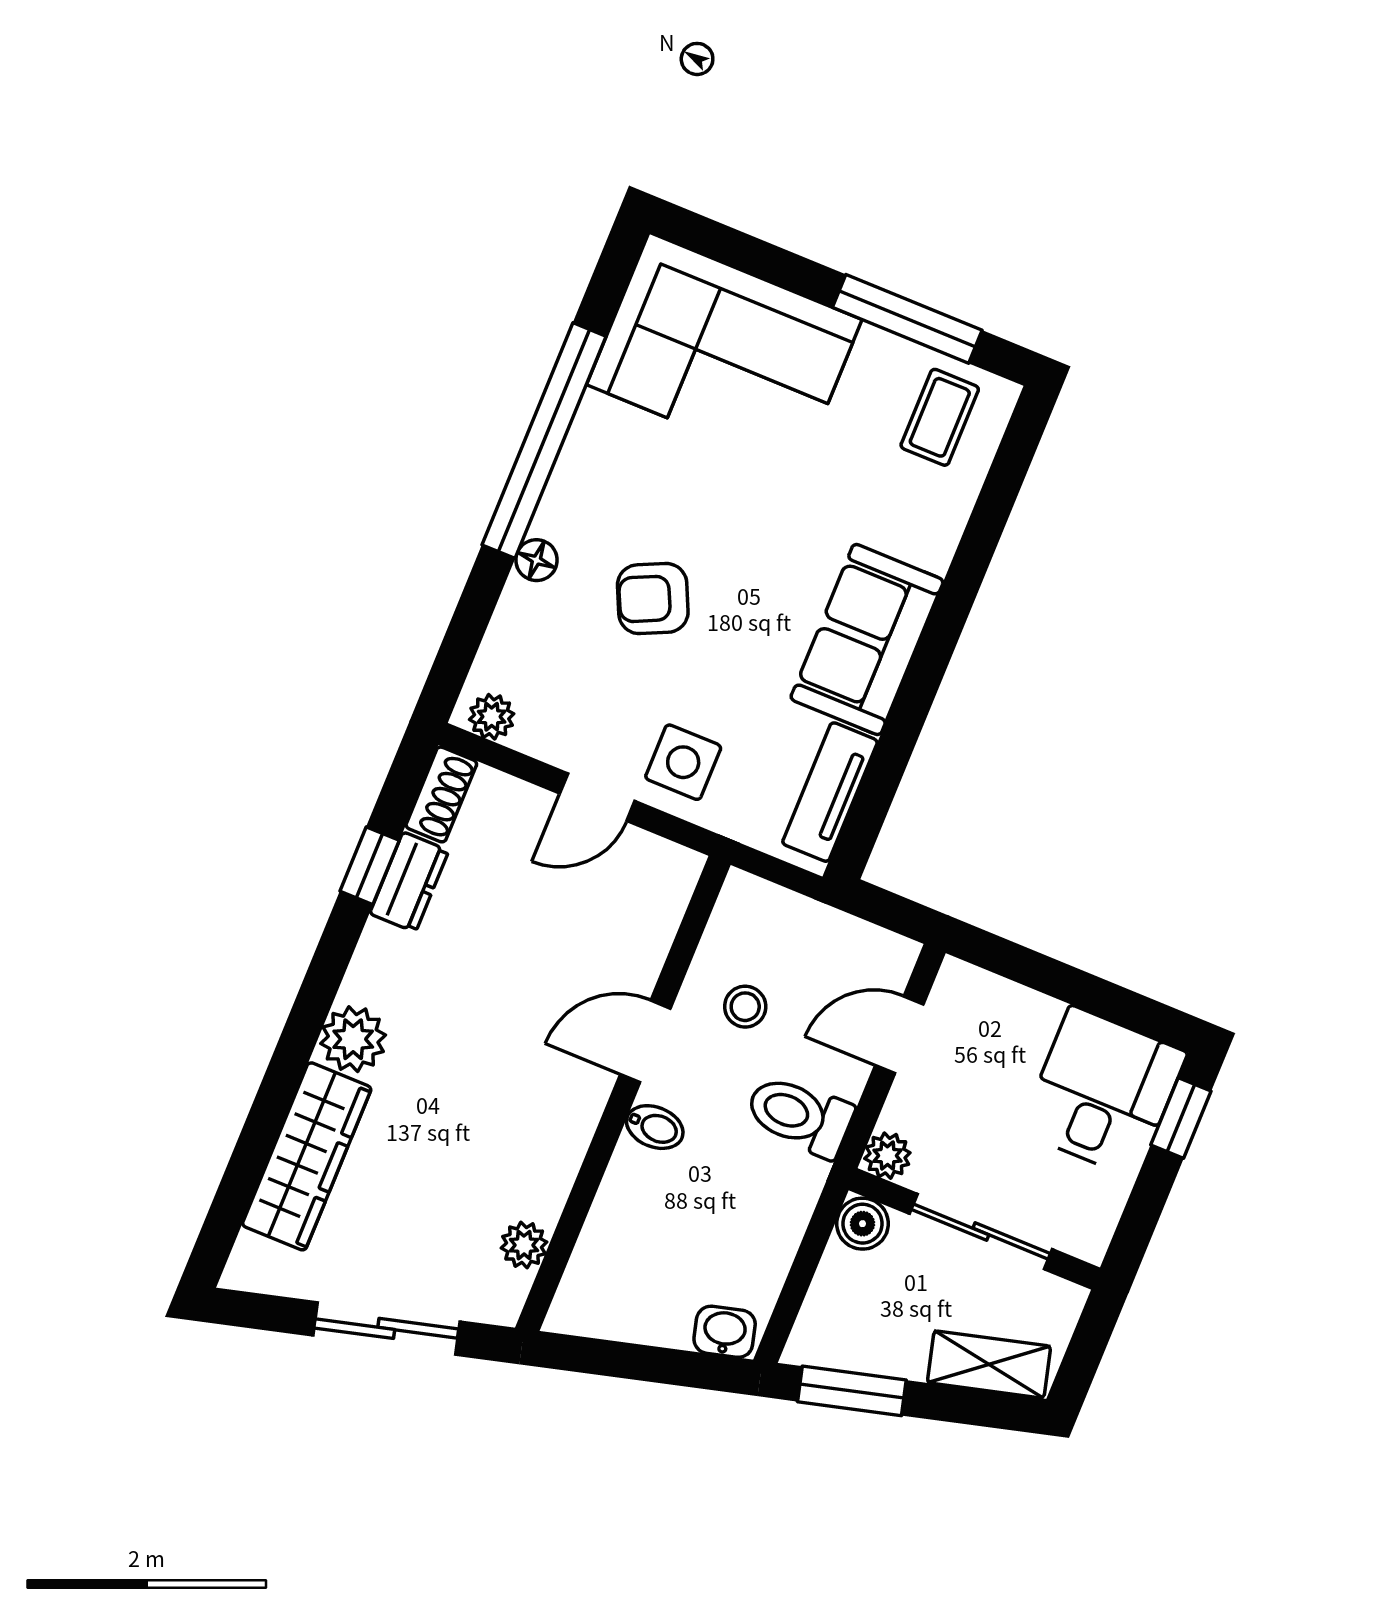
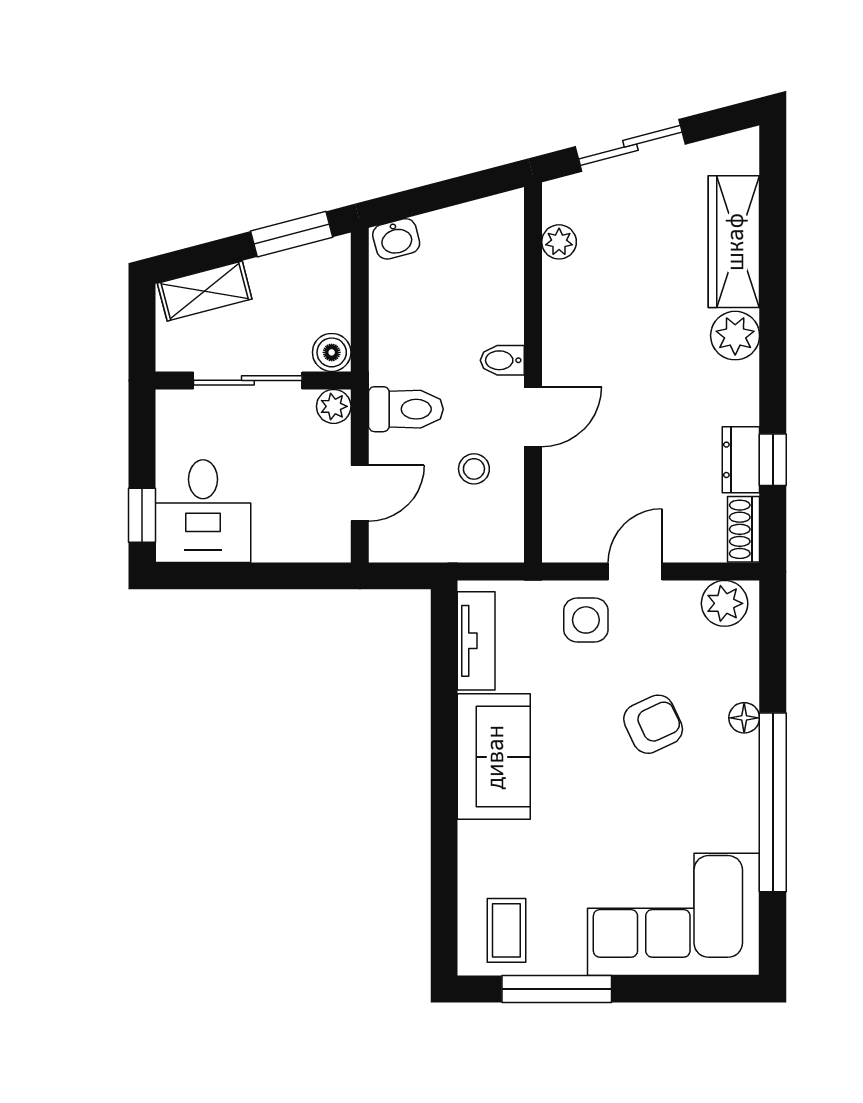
plant: (492, 717) -> (725, 603), width x1.38, depth x1.38

